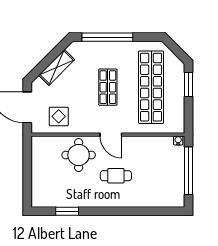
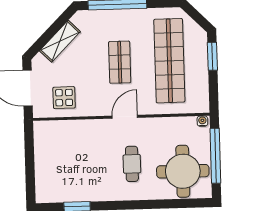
door: (111, 135) -> (125, 117), swing flipped
round table: (79, 155) -> (183, 171), moved, width x1.36, depth x1.36
cafe table: (116, 176) -> (132, 164), turned 90

